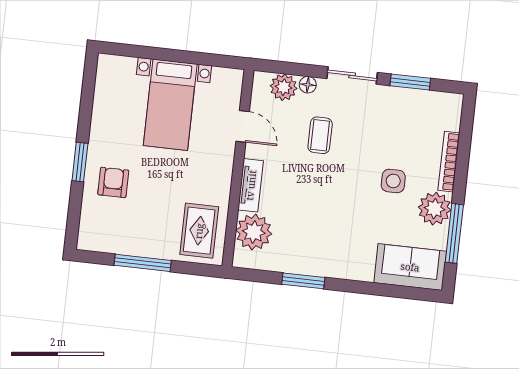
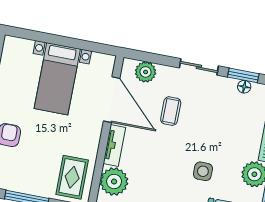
floor lamp: (308, 85) -> (244, 87), moved
door: (243, 126) -> (112, 100), width x1.87
side table: (393, 181) -> (203, 171), moved

